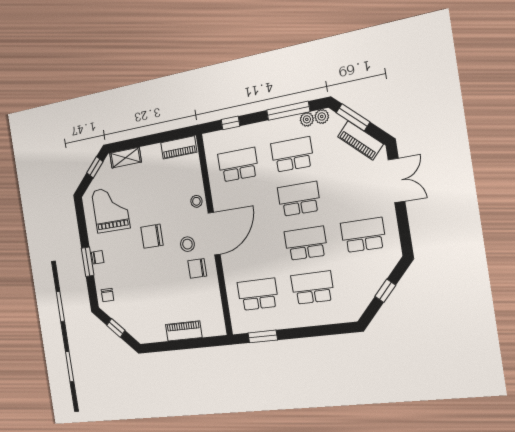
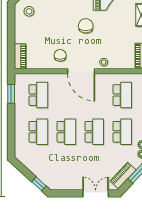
double door: (397, 180) -> (96, 193), swing flipped
school desk: (363, 235) -> (66, 169), removed
stool: (187, 244) -> (29, 11), moved
window: (385, 291) -> (39, 184), moved
piano: (184, 331) -> (20, 56), moved

